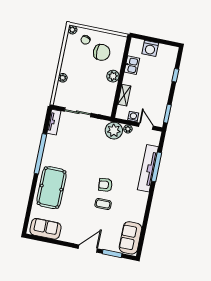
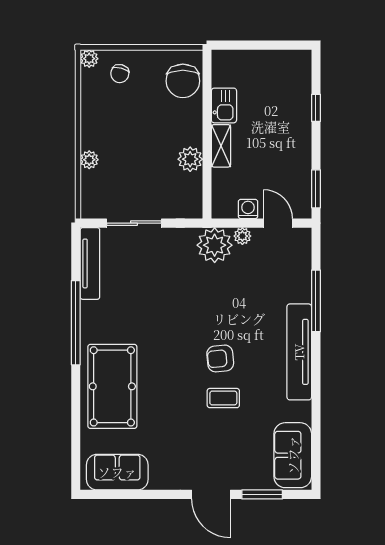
washing machine: (150, 48) -> (254, 64), removed
chair: (102, 52) -> (183, 81), moved, turned 90
plant: (113, 76) -> (190, 159), moved
shelving: (124, 95) -> (221, 146), moved
tv unit: (54, 122) -> (90, 263), width x1.41
tv unit: (148, 168) -> (299, 352), moved
door: (88, 249) -> (211, 494), swing flipped

